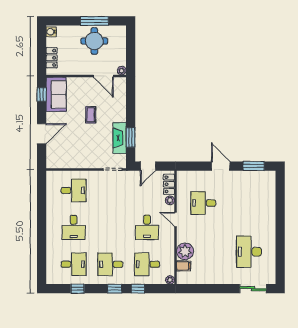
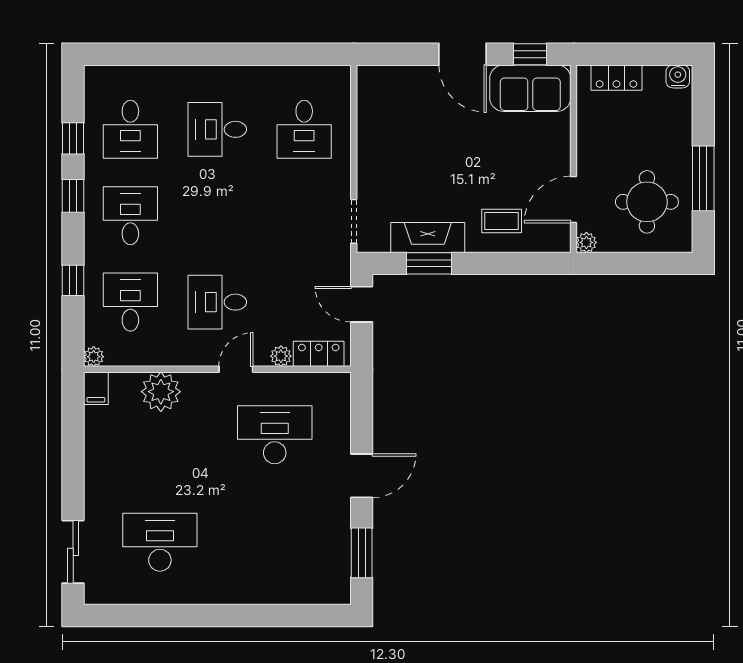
round table: (94, 41) -> (647, 202), moved
coffee table: (91, 115) -> (502, 221), moved
door: (42, 134) -> (462, 54), moved
desk: (203, 203) -> (275, 435), width x1.37
filing cabinet: (184, 266) -> (96, 388), moved
window: (115, 289) -> (73, 196), moved

